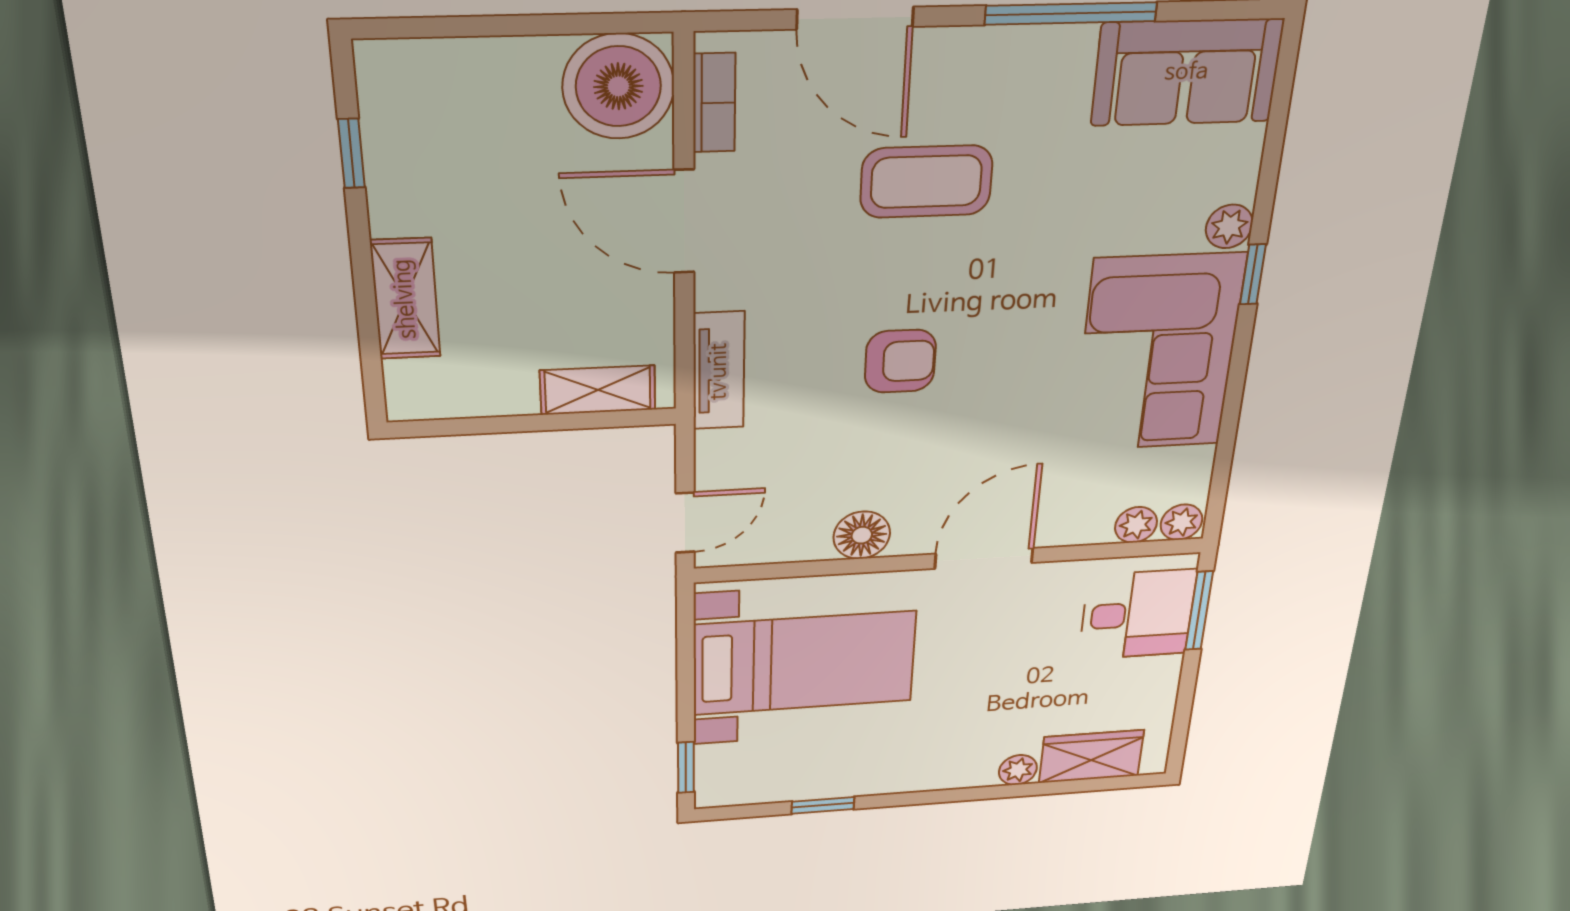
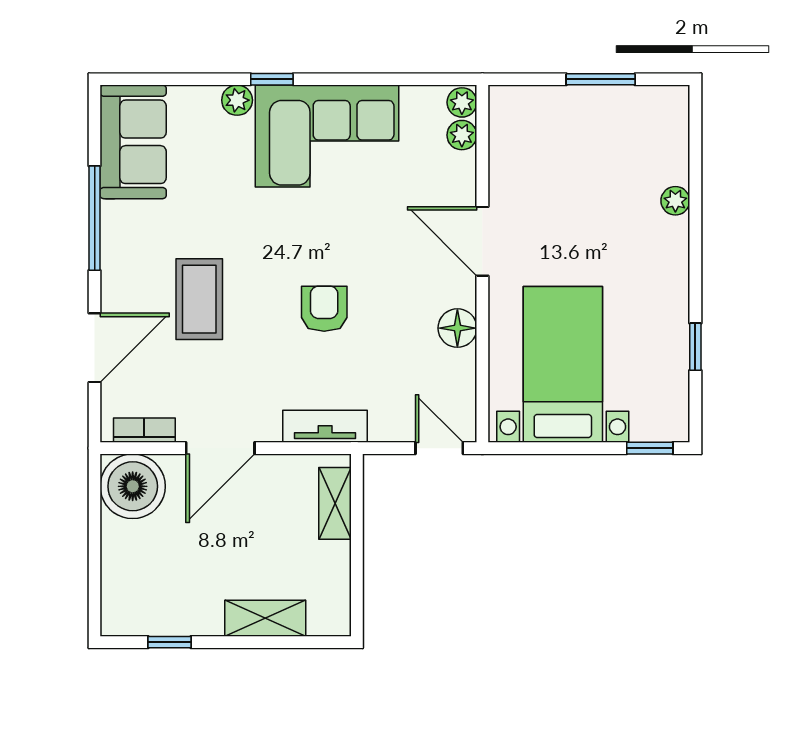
window: (1199, 611) -> (601, 79), moved
desk: (1137, 615) -> (539, 125), removed
wardrobe: (1091, 756) -> (668, 145), removed

